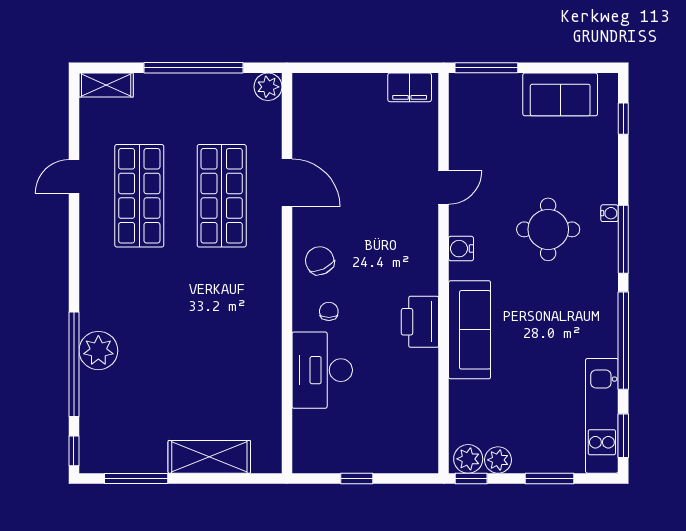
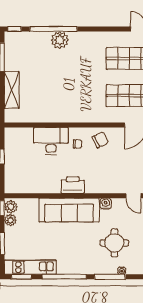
sofa: (470, 330) -> (69, 210), width x1.36, depth x1.27

